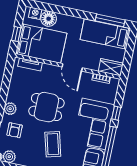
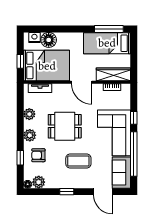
wardrobe: (111, 67) -> (113, 74), width x1.50
plant: (14, 88) -> (29, 114), added
armchair: (15, 130) -> (38, 155), turned 90
coffee table: (53, 144) -> (78, 161), turned -75

